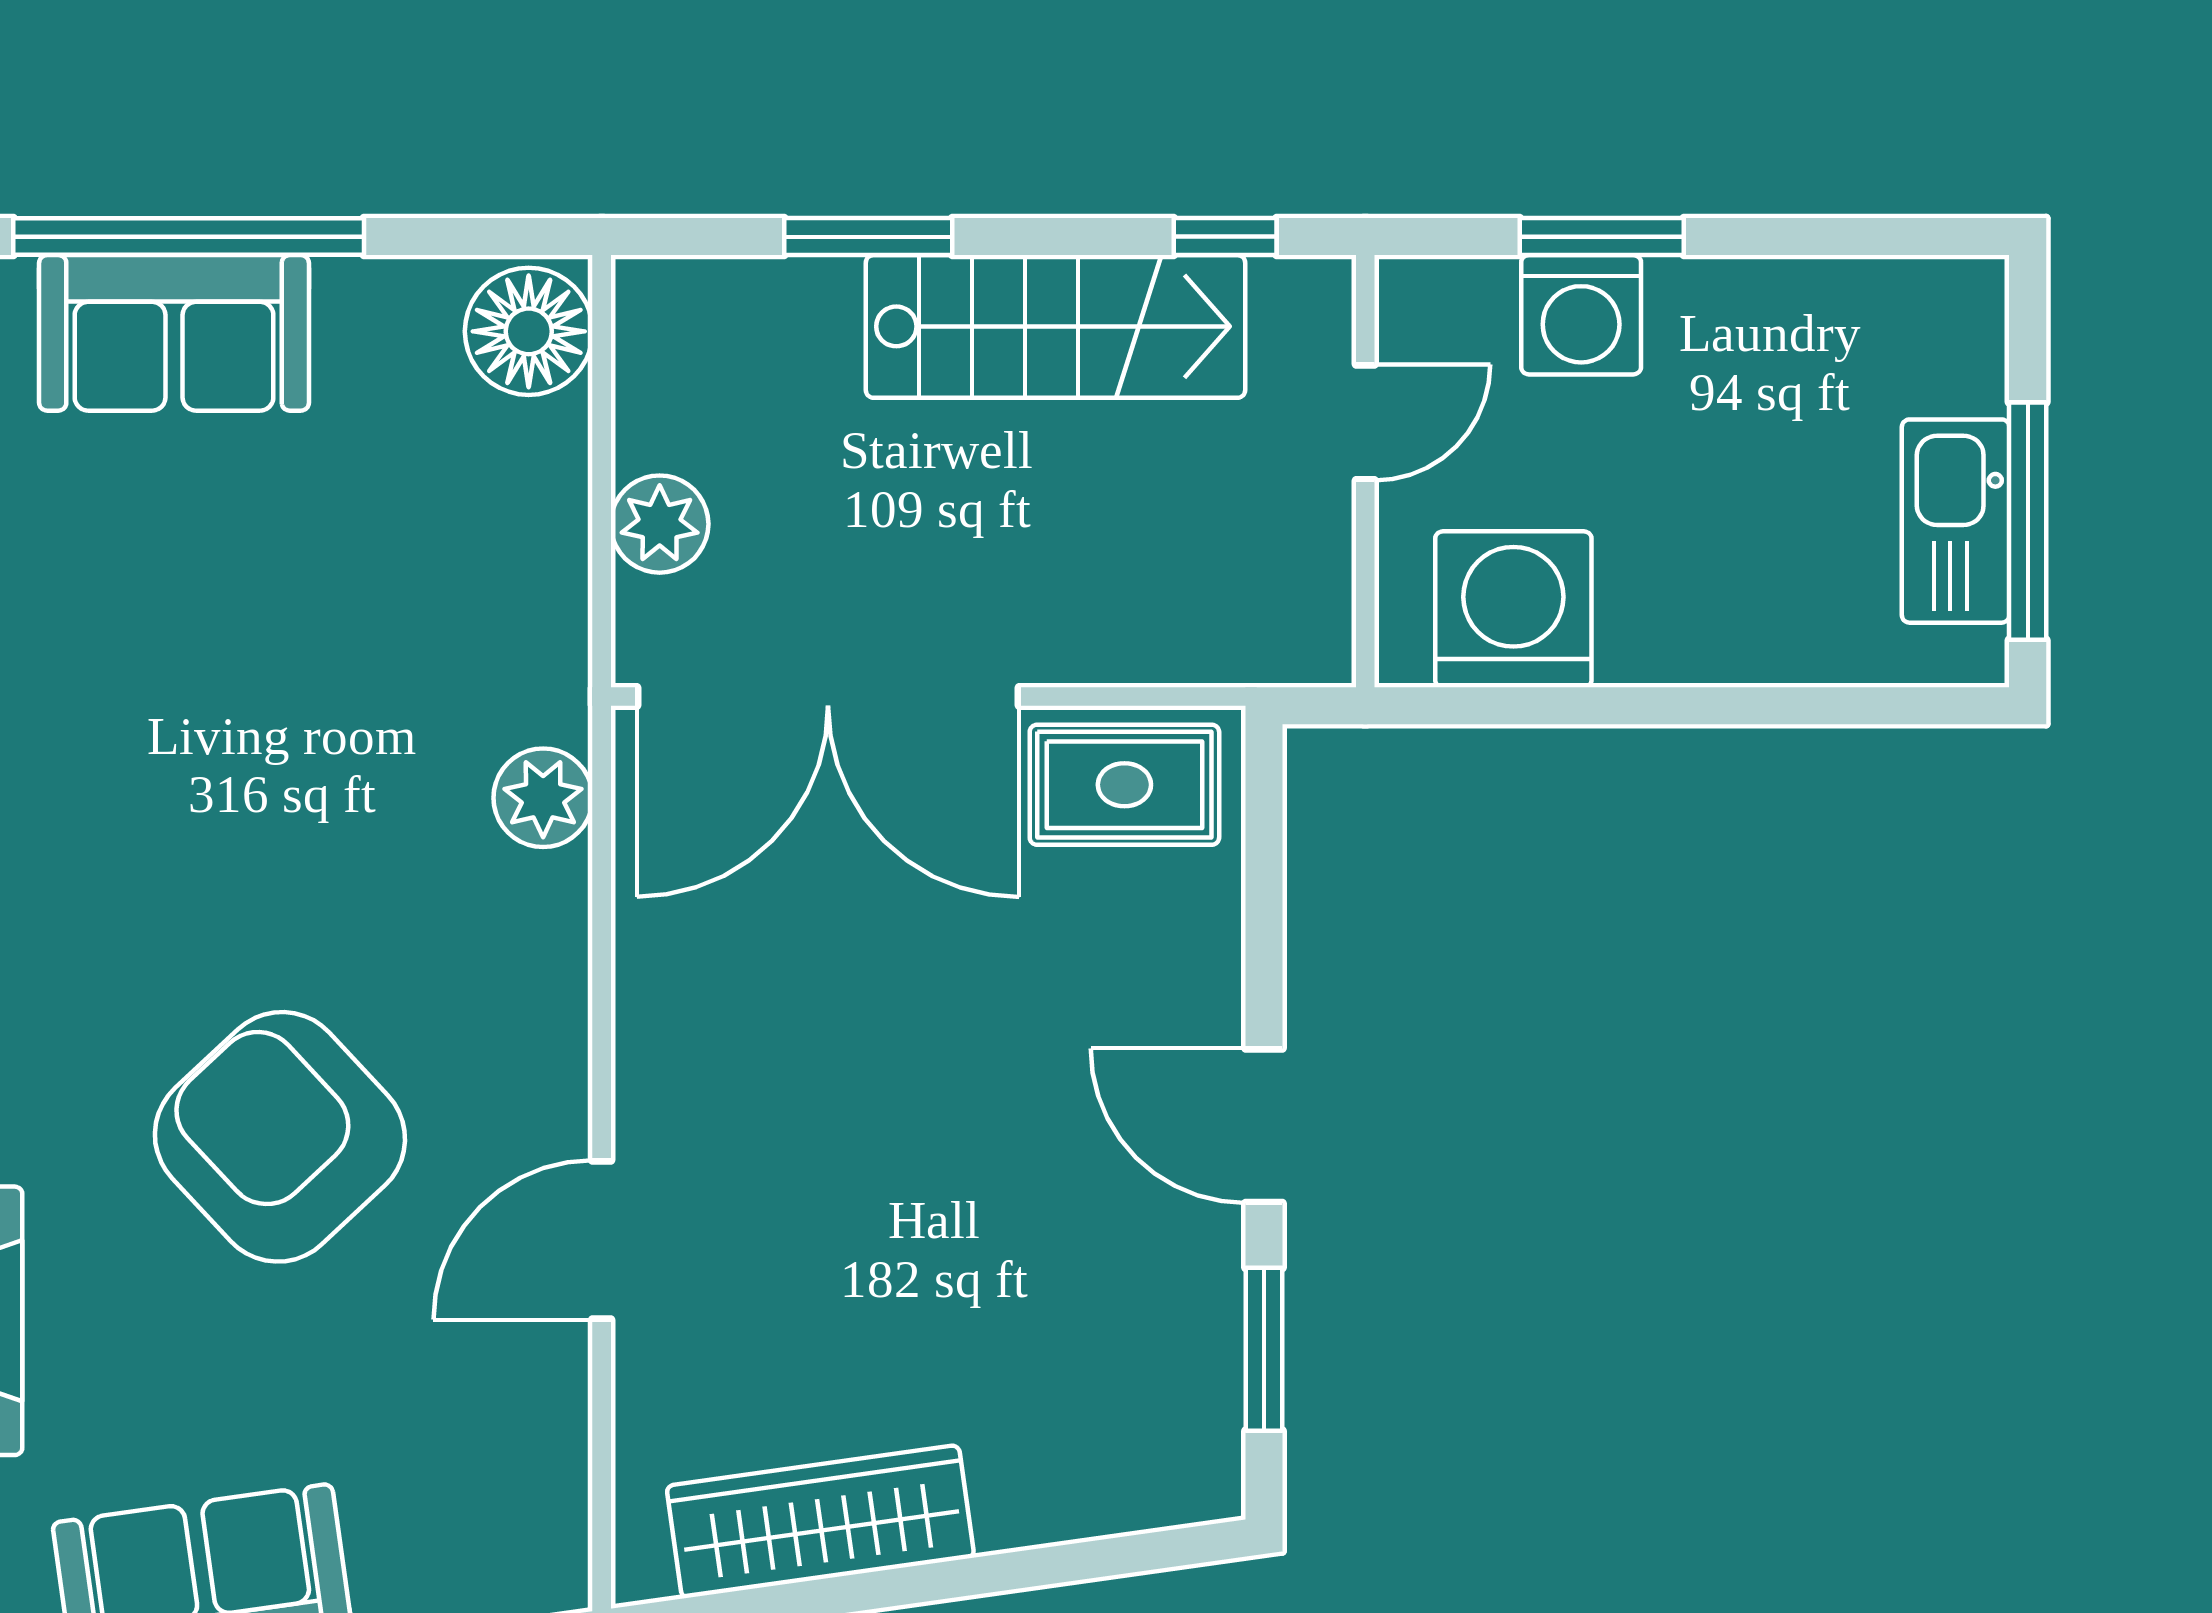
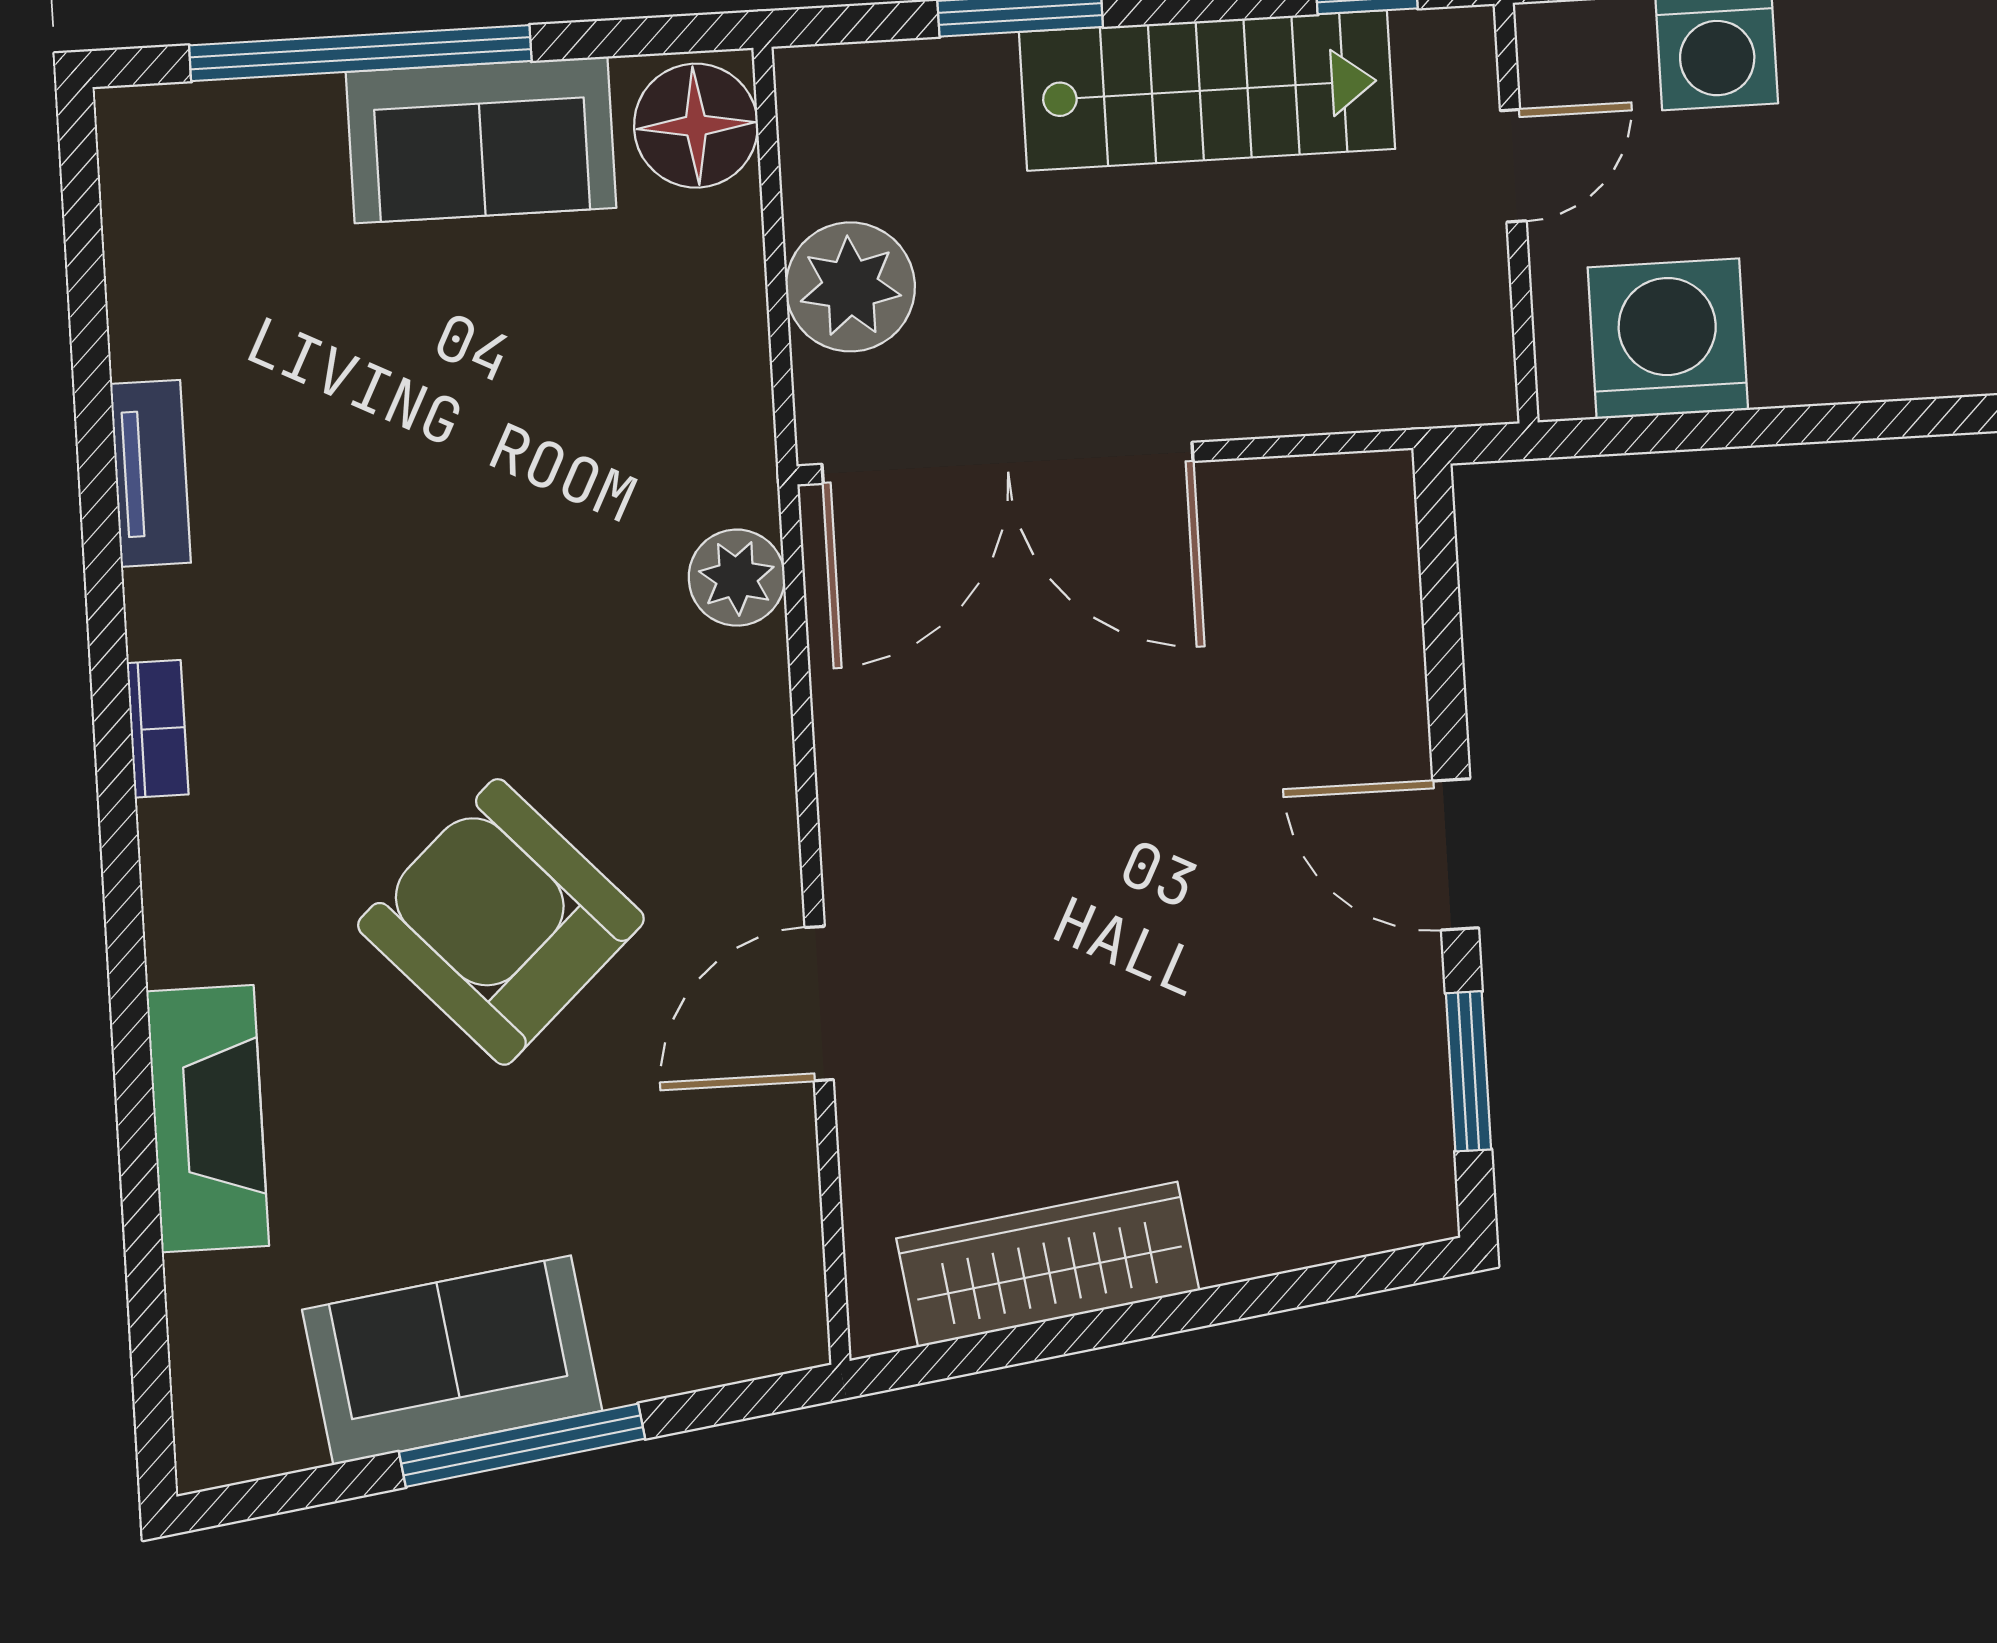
sofa: (174, 333) -> (481, 140), moved
plant: (660, 524) -> (850, 287), width x1.36, depth x1.36
rug: (1124, 785) -> (1300, 531), removed

